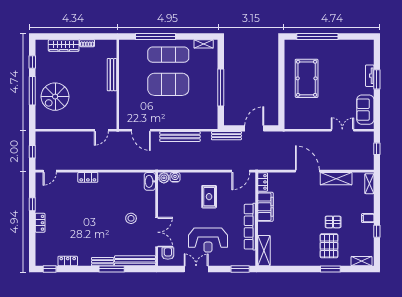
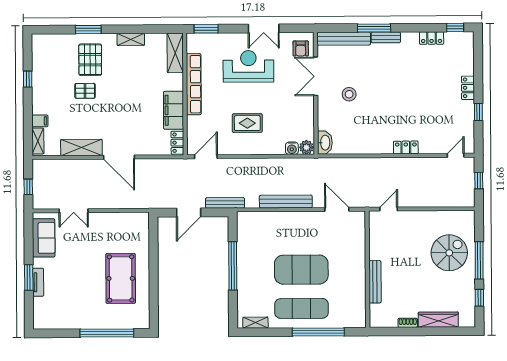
rug: (209, 197) -> (247, 123), turned 90
filing cabinet: (368, 218) -> (40, 121), moved
shelving: (361, 261) -> (131, 39), moved

